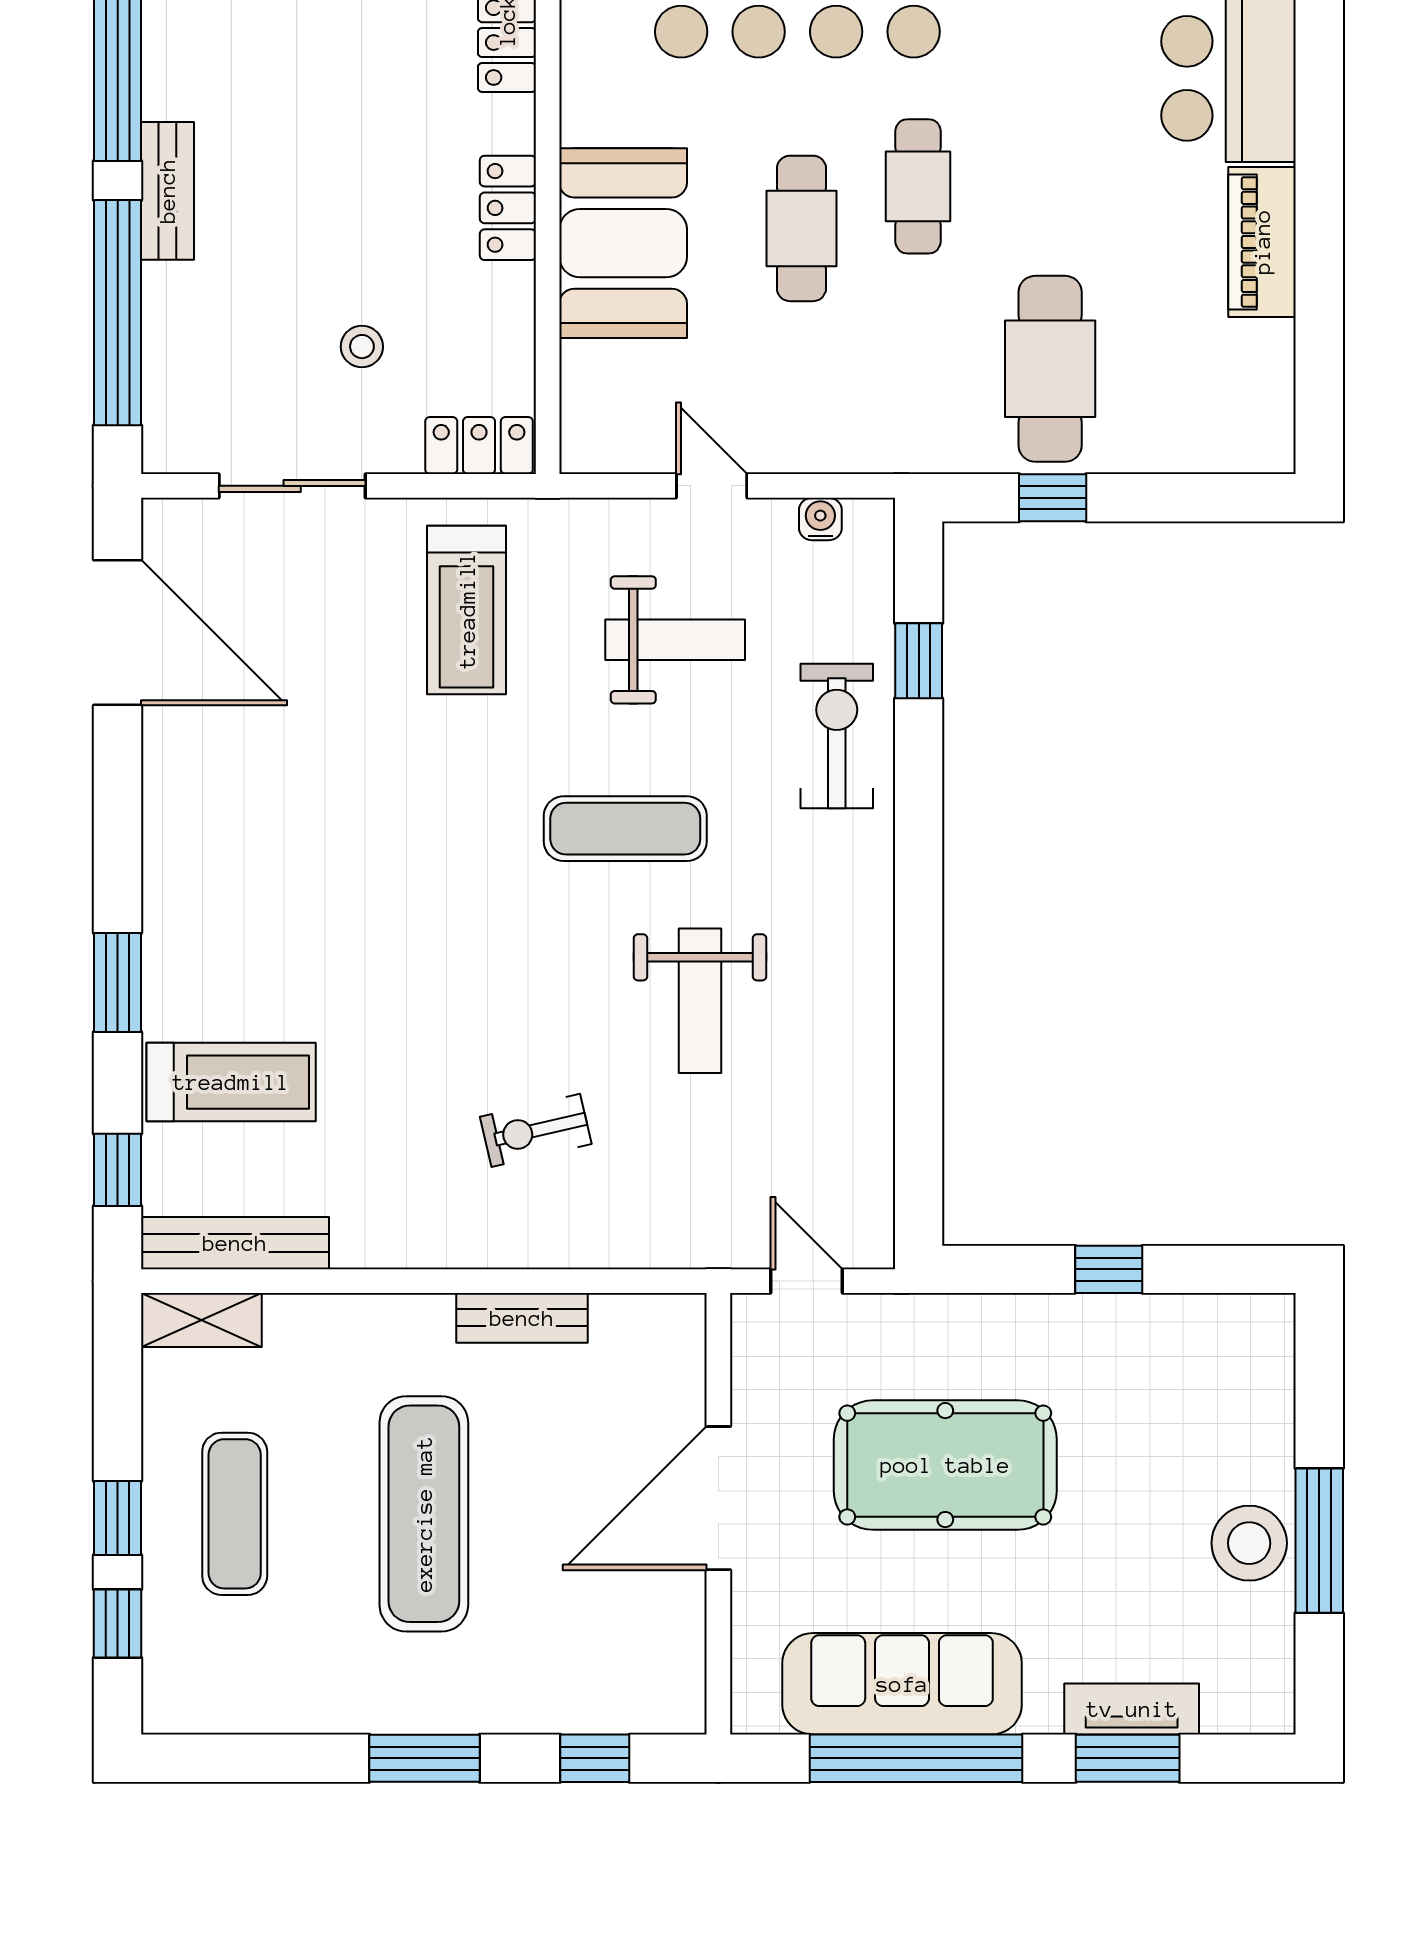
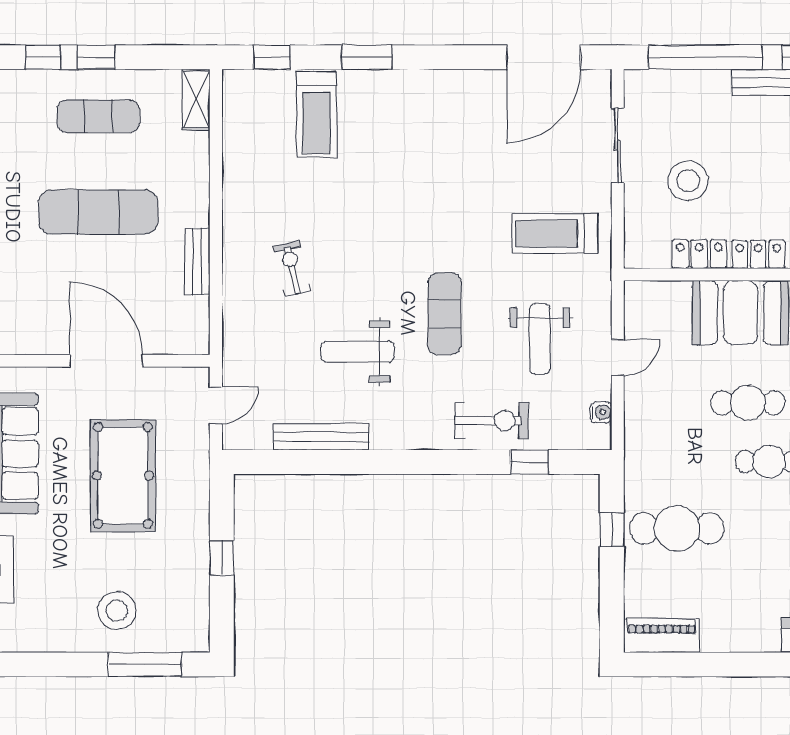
piano: (1262, 242) -> (662, 636), moved
stool: (362, 347) -> (688, 181), width x1.89, depth x1.89
locker: (479, 445) -> (699, 254), moved, turned -90
bench: (235, 1243) -> (321, 437), moved, turned 90
window: (1319, 1541) -> (145, 664), moved
stool: (1249, 1543) -> (117, 610), moved

